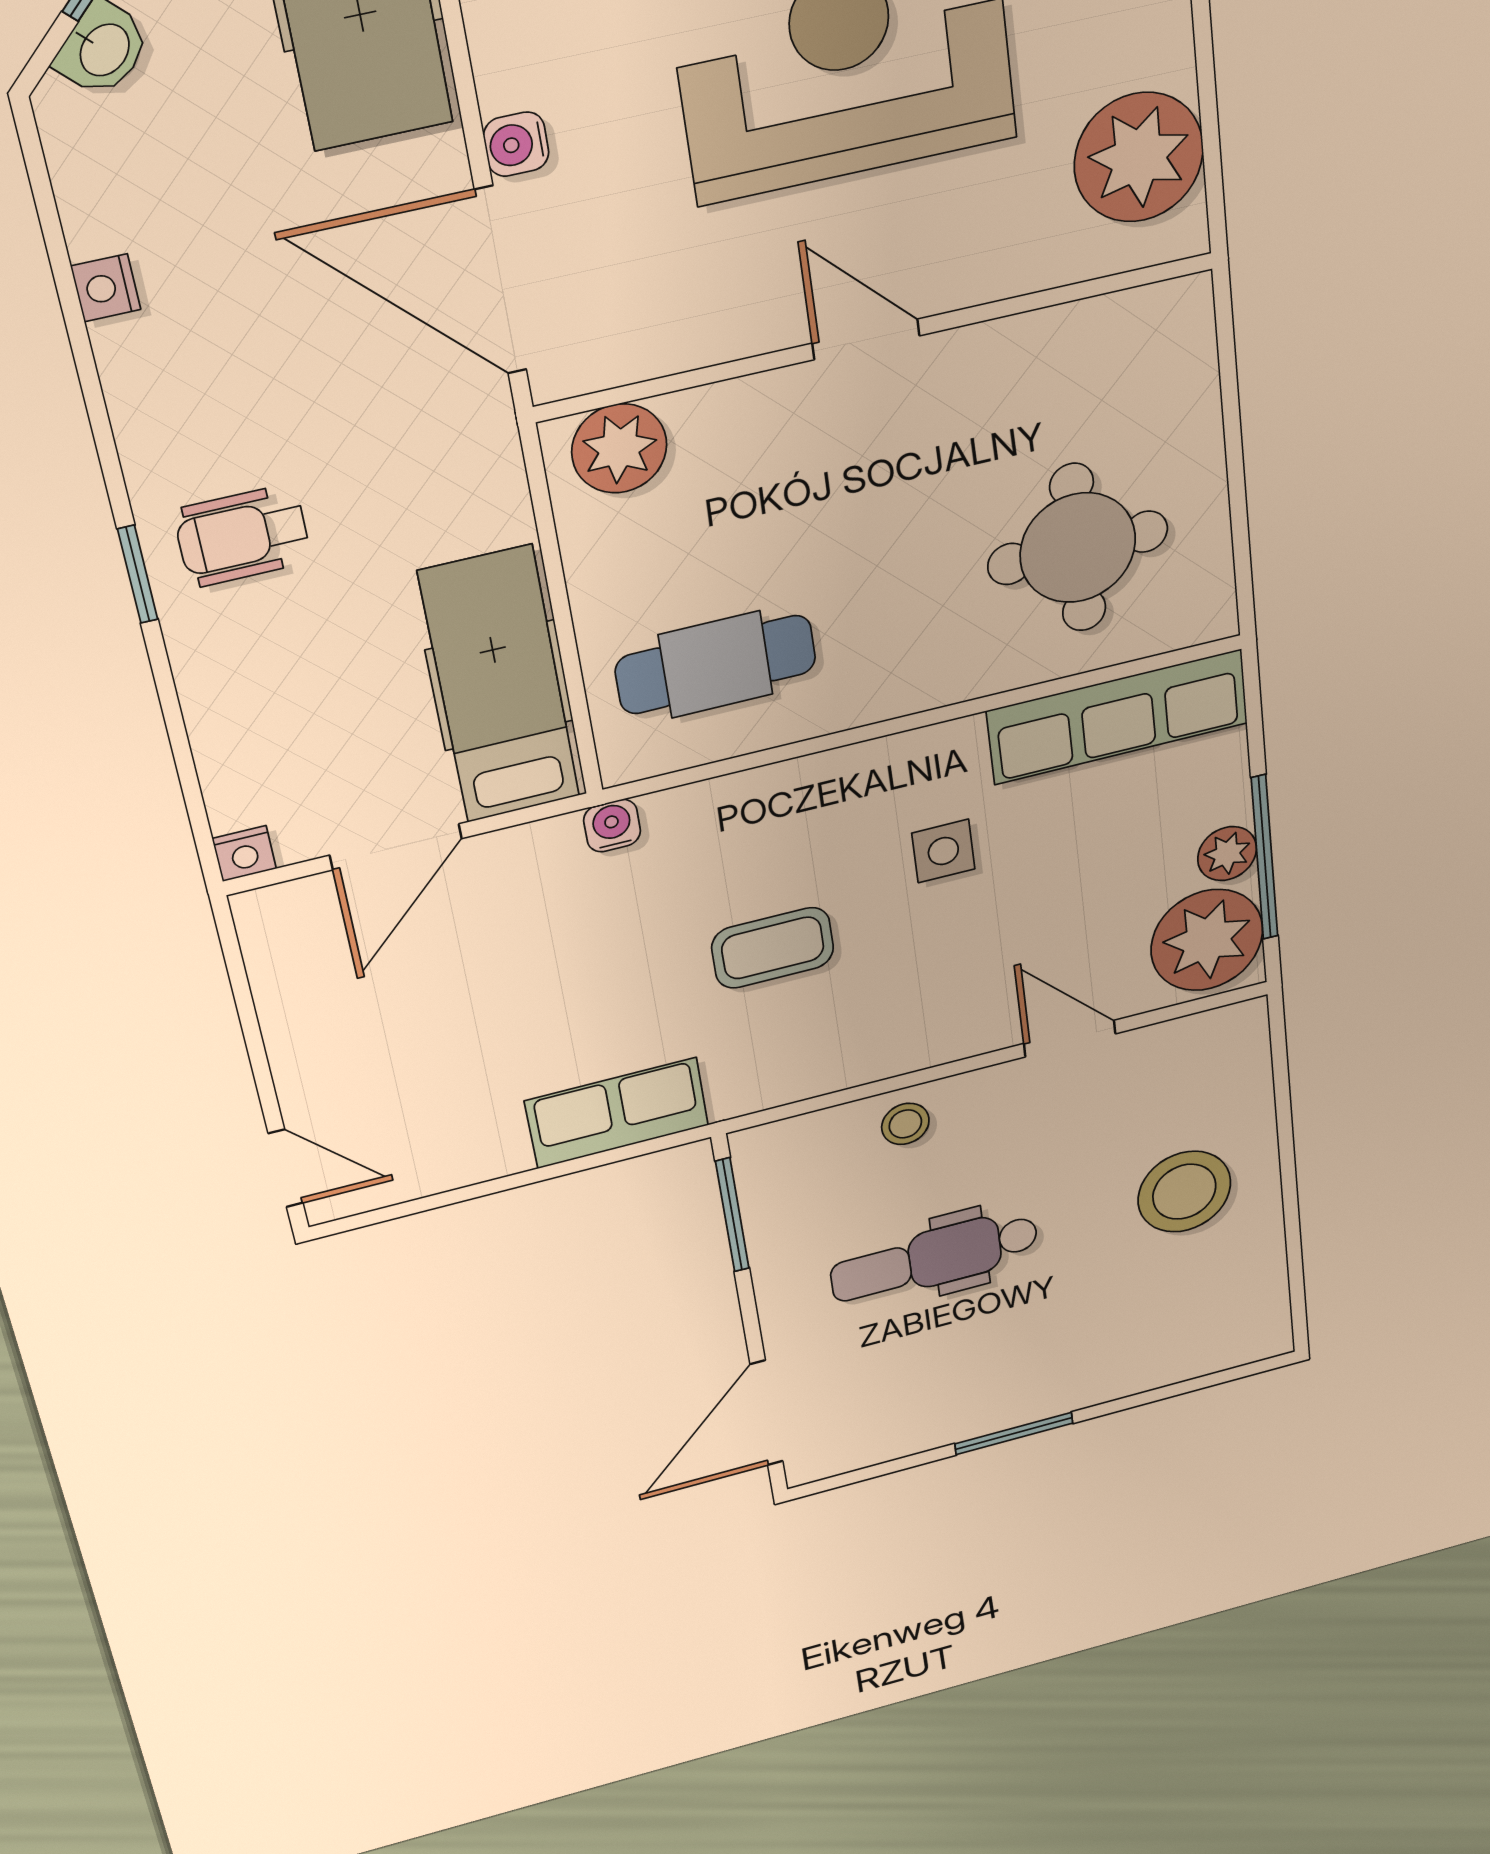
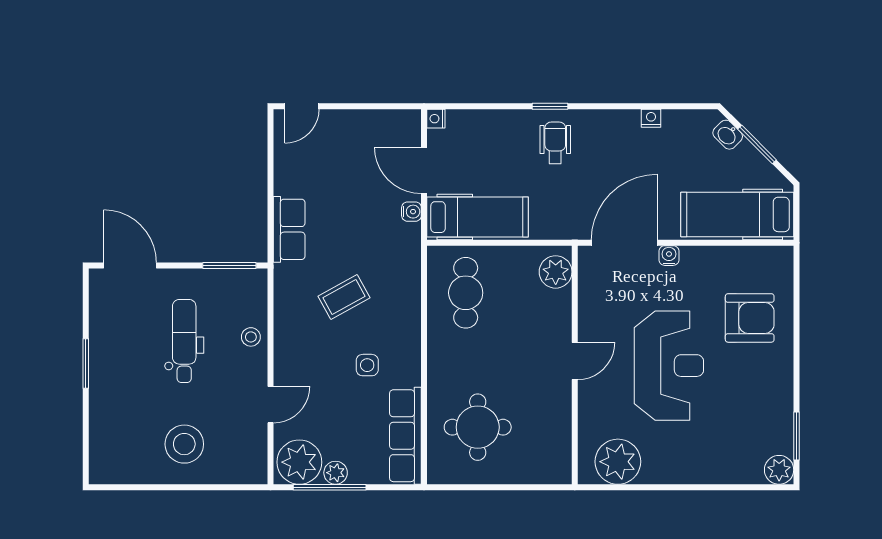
water cooler: (612, 826) -> (411, 212), moved
coffee table: (773, 948) -> (344, 297), turned 61

